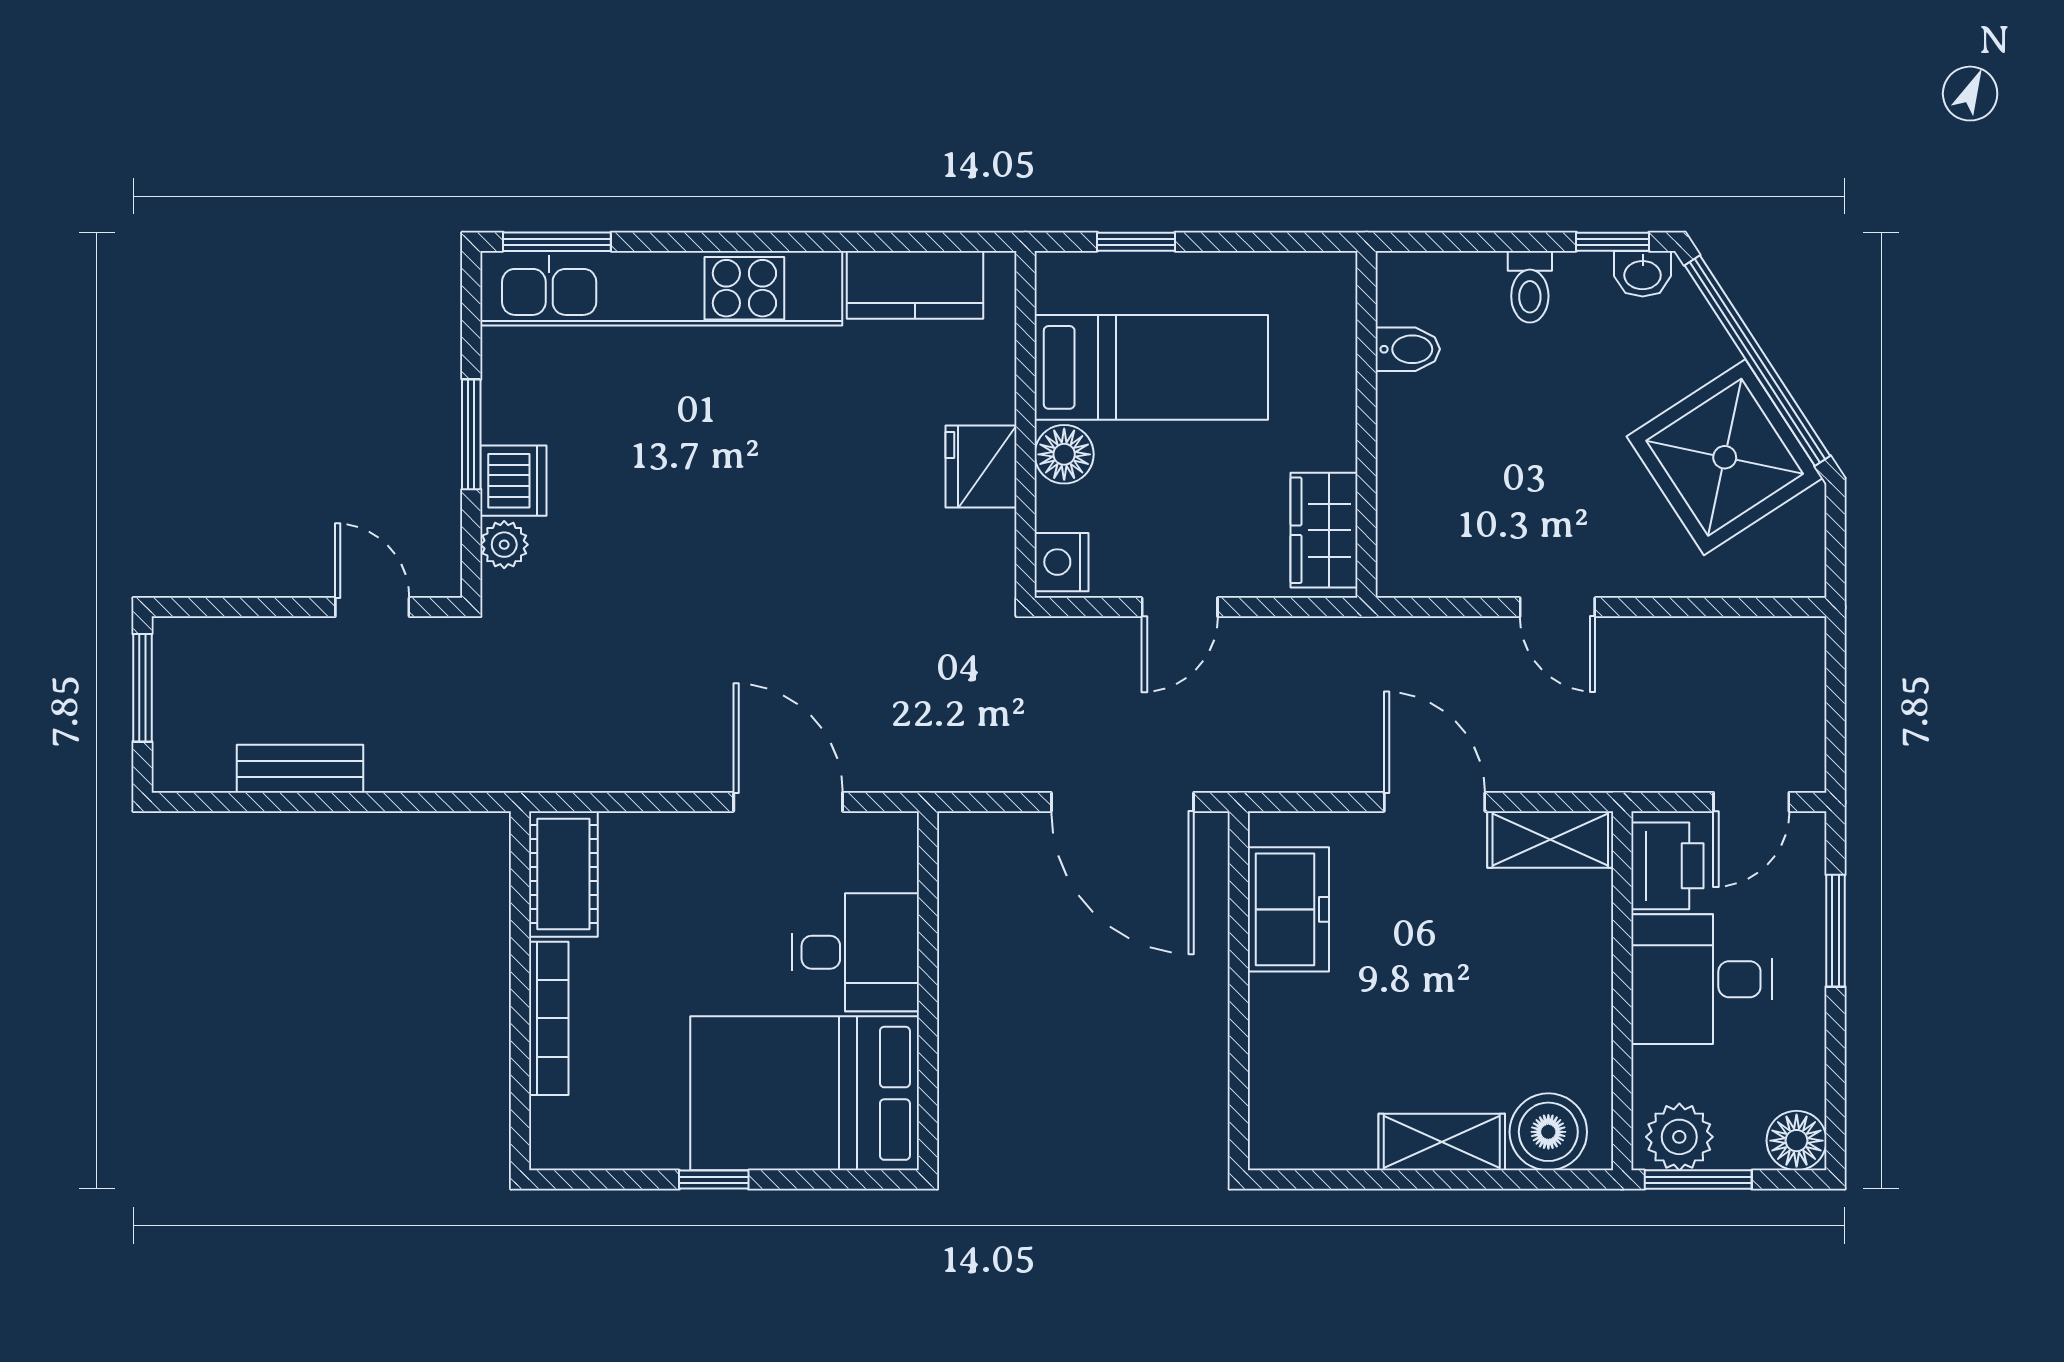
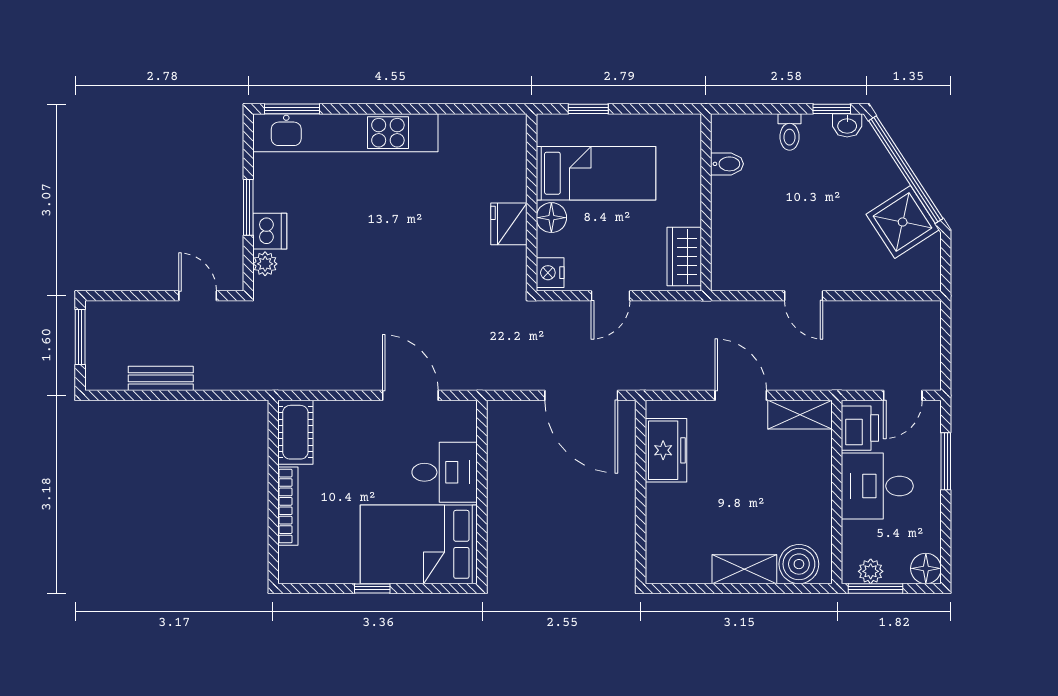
kitchen counter: (915, 285) -> (475, 131), removed
shower: (1725, 457) -> (903, 222), width x0.73, depth x0.73
plant: (1679, 1137) -> (871, 571), width x0.73, depth x0.73

